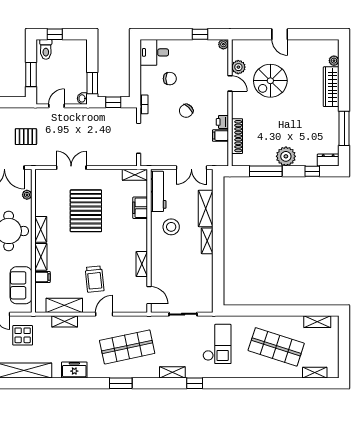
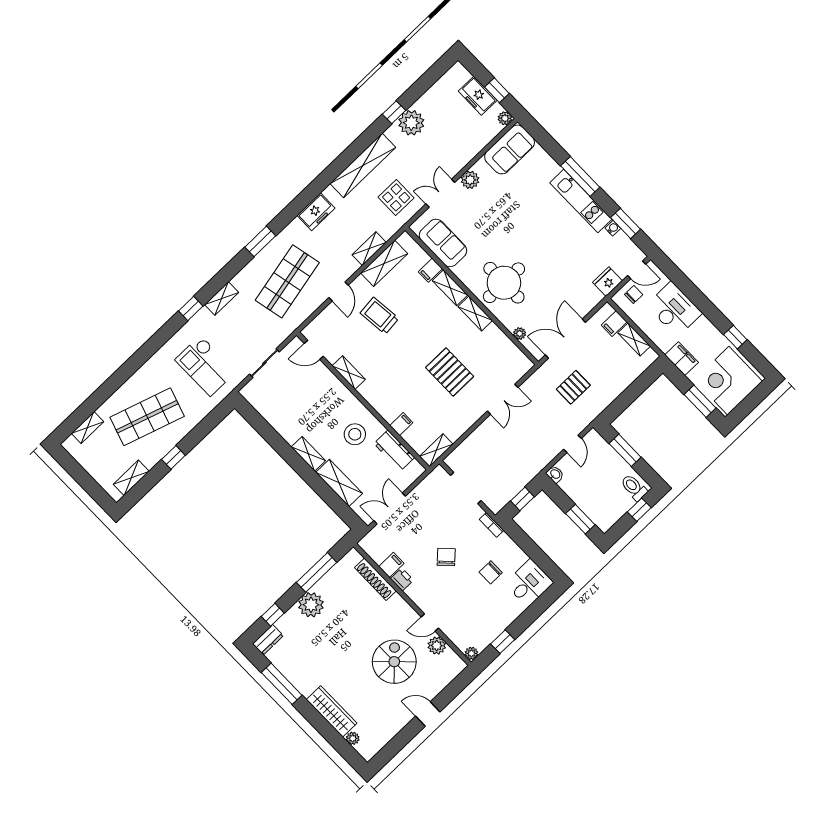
window: (92, 83) -> (580, 519), moved
workbench: (158, 191) -> (394, 451), width x0.73
filing cabinet: (140, 208) -> (401, 424), width x0.50
pallet: (86, 211) -> (450, 372), width x0.73, depth x0.71
window: (283, 311) -> (173, 457), added

